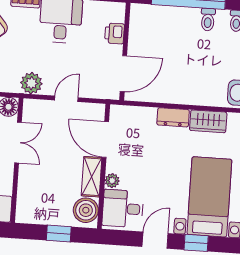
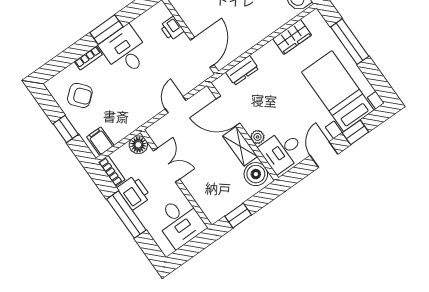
plant: (31, 83) -> (141, 114), removed
dresser: (173, 117) -> (242, 70), moved
window: (59, 234) -> (238, 215), moved

